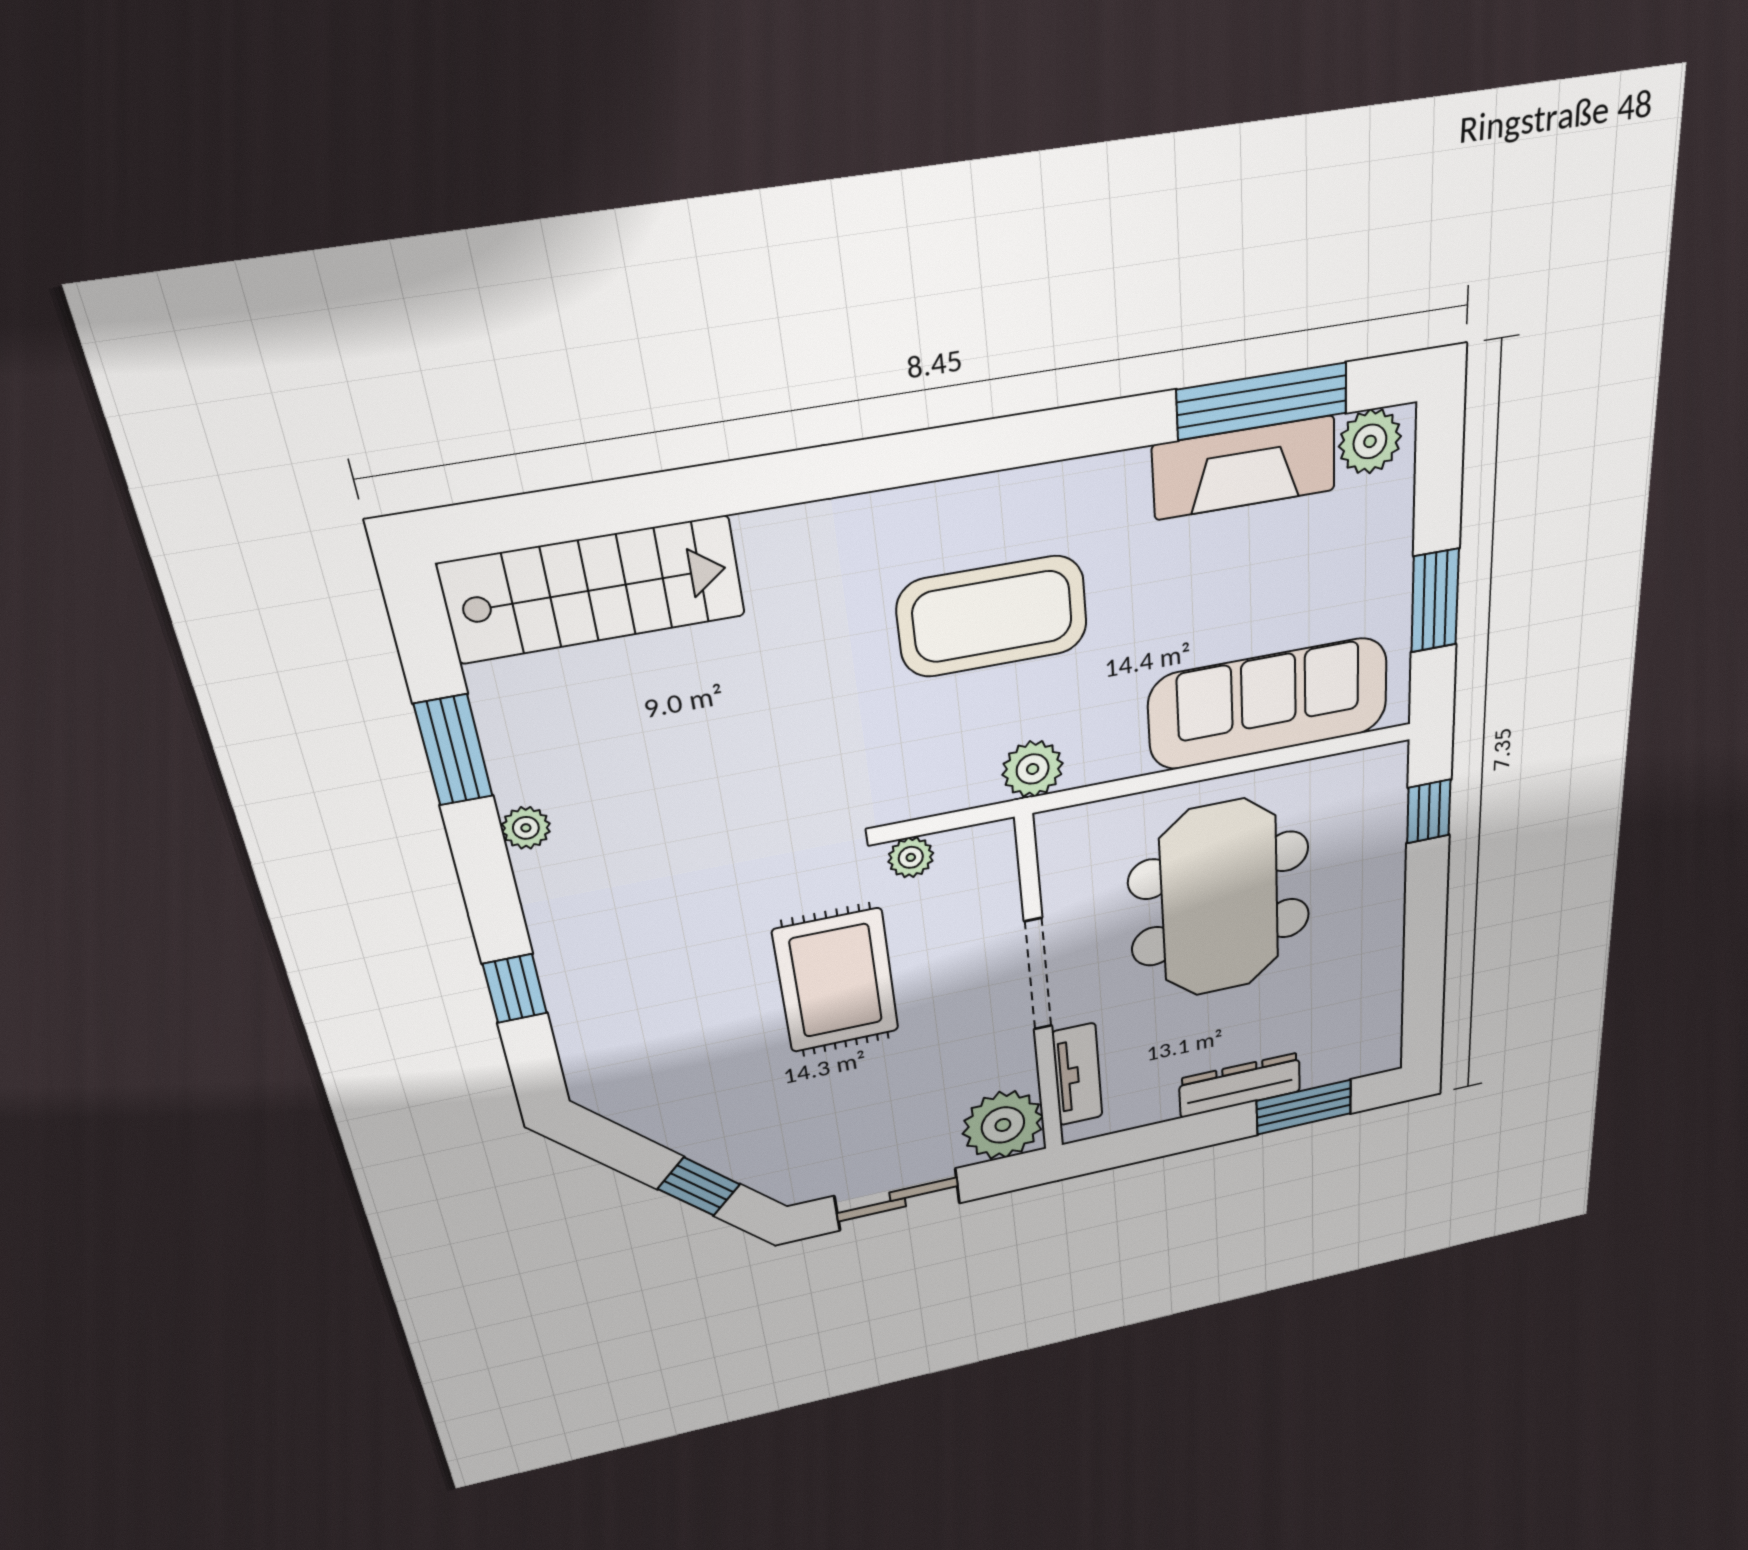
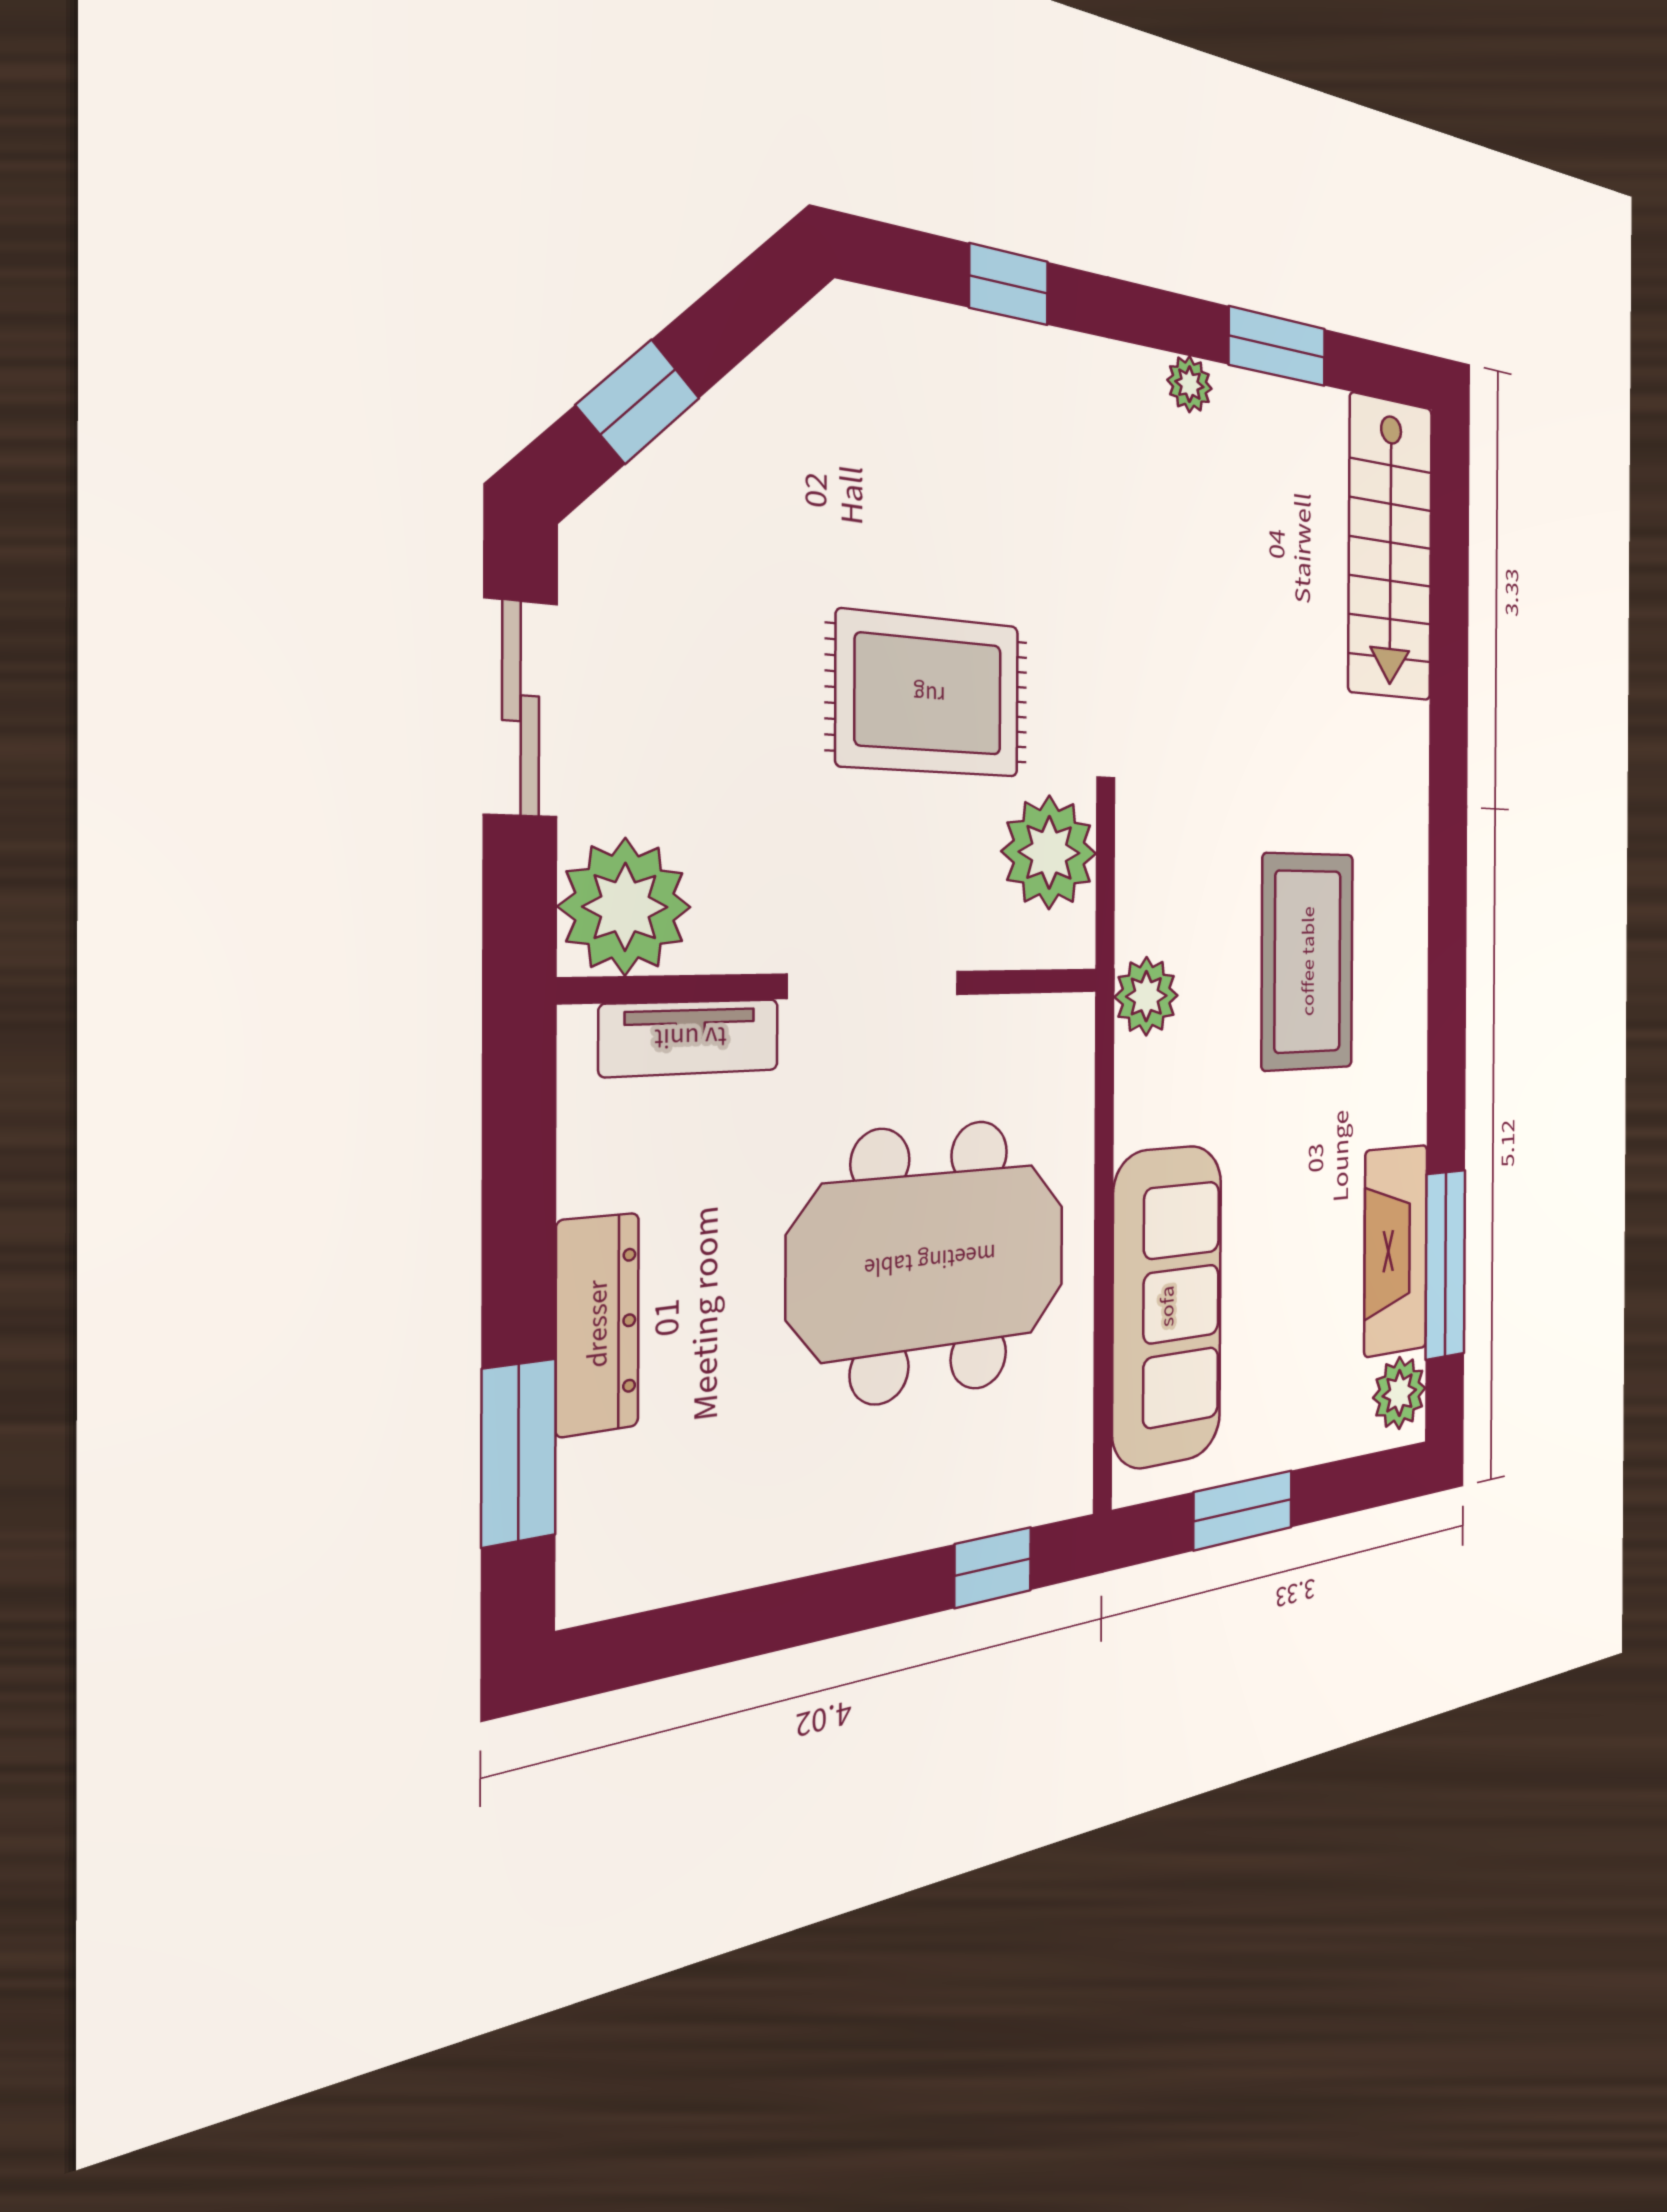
plant: (911, 857) -> (1049, 852), width x1.88, depth x1.88

